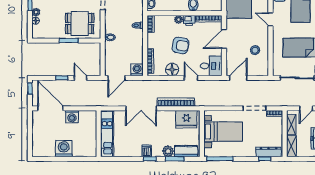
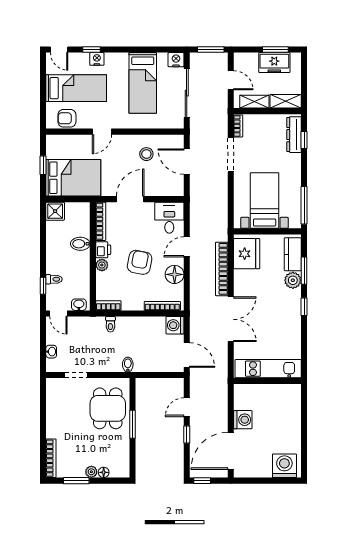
door: (224, 39) -> (130, 199), swing flipped
door: (238, 78) -> (187, 162), moved
washing machine: (64, 149) -> (284, 466), moved, turned 90
dishwasher: (147, 151) -> (292, 311), removed

